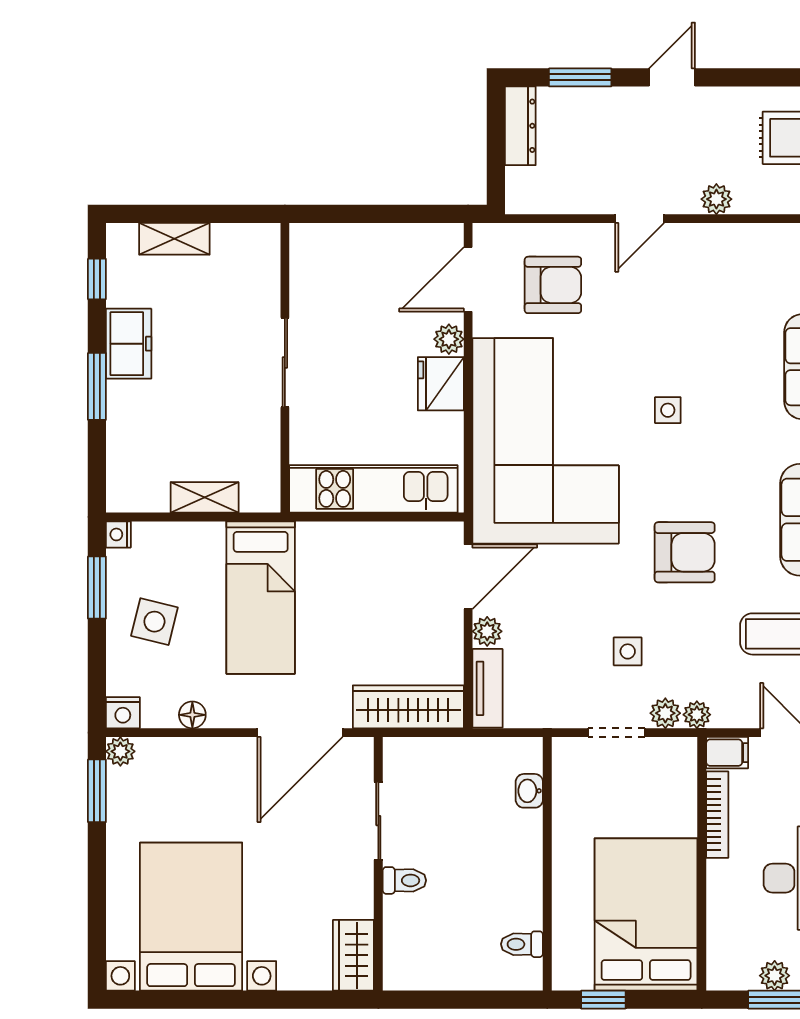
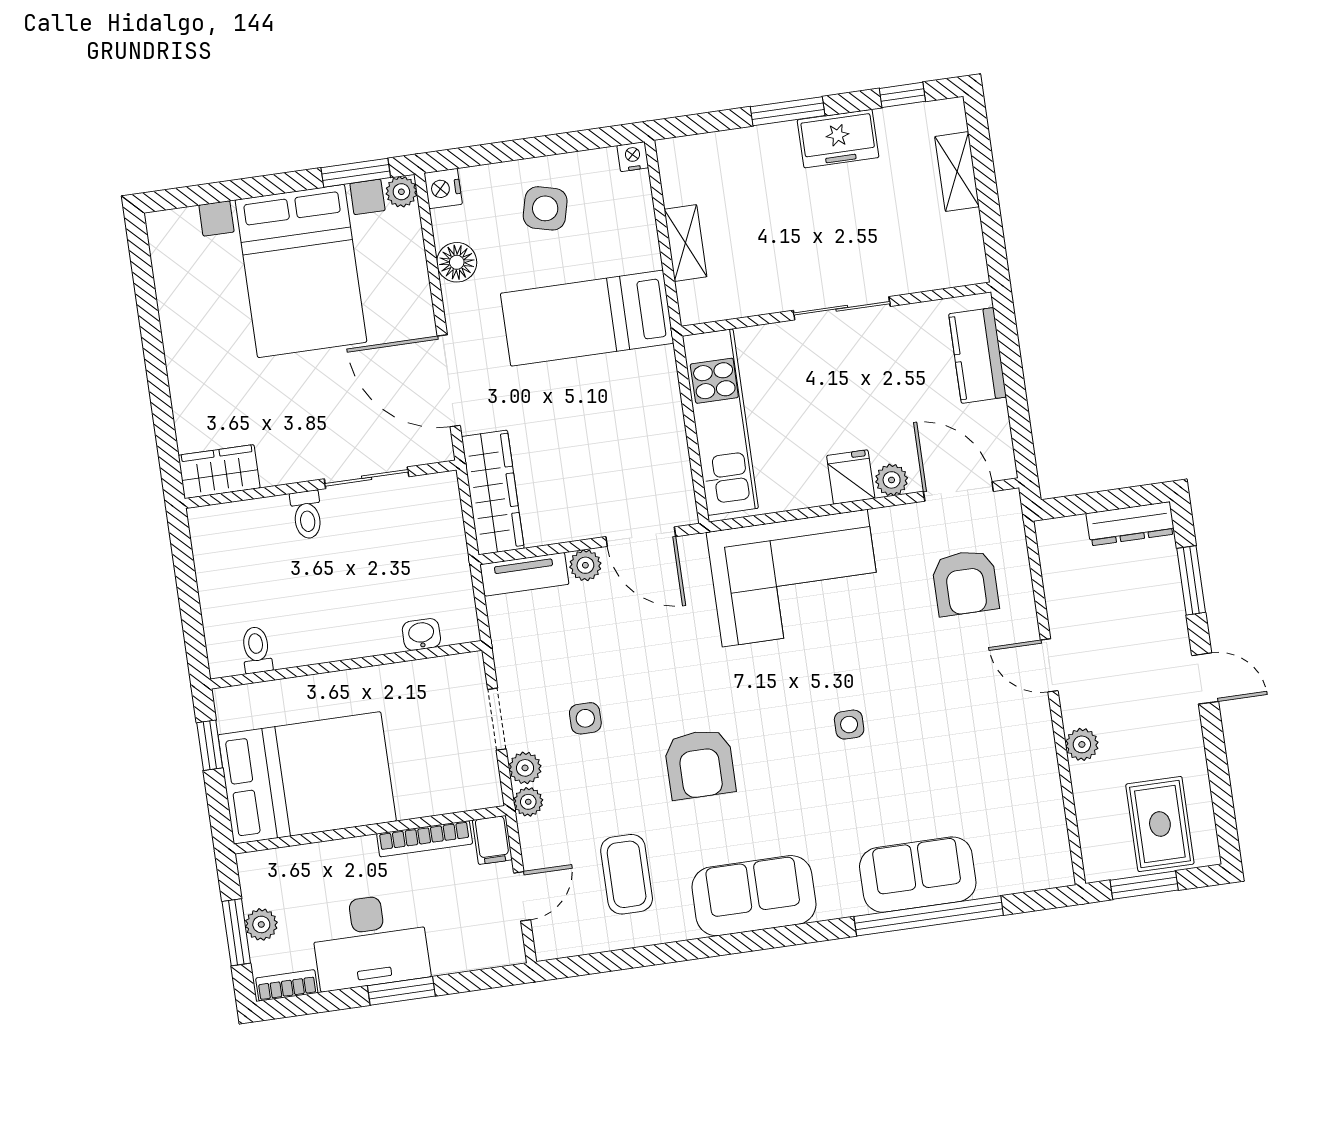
kitchen counter: (346, 244) -> (978, 355), added
fridge: (441, 384) -> (851, 477), width x0.72
corner sofa: (546, 441) -> (795, 578), width x0.73, depth x0.74
window: (97, 588) -> (573, 142), removed
floor lamp: (192, 715) -> (457, 262), width x1.37, depth x1.37
bed with nightstands: (191, 917) -> (301, 271), moved, turned 90

